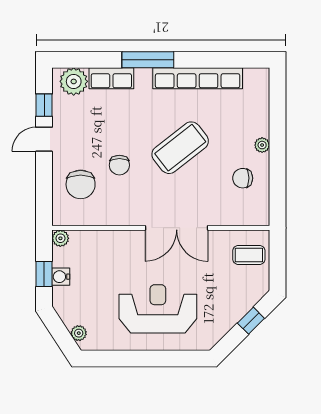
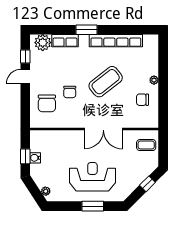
window: (148, 60) -> (87, 30), width x0.69
plant: (60, 238) -> (35, 135), removed
window: (158, 358) -> (93, 206), added

